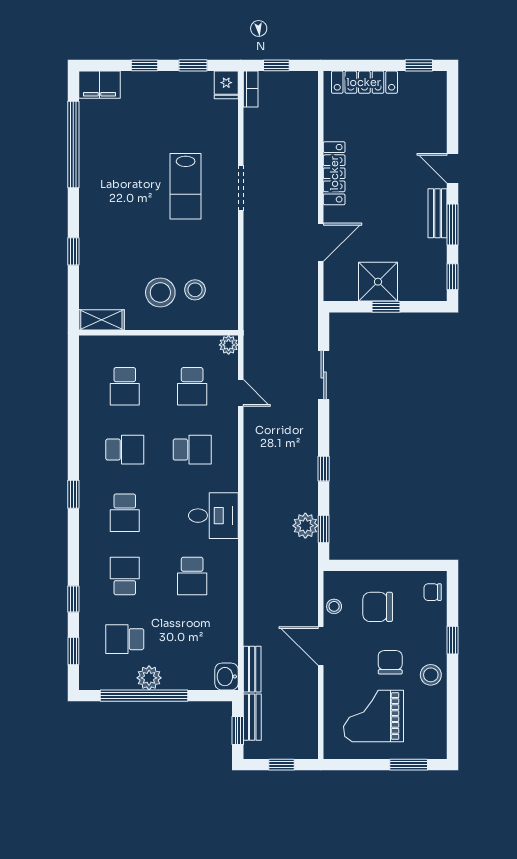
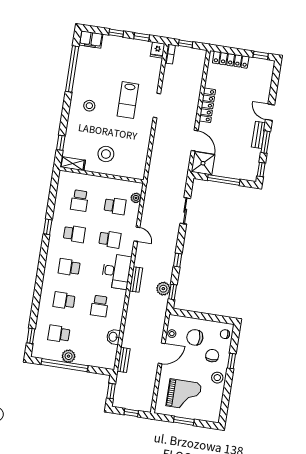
door: (321, 242) -> (195, 141), hinge flipped
window: (73, 251) -> (61, 143), moved
shower: (378, 282) -> (203, 163), moved
stool: (195, 290) -> (89, 106), moved
window: (386, 307) -> (224, 180), width x2.17
plant: (229, 345) -> (136, 198), moved
school desk: (192, 386) -> (115, 206), turned -90
door: (241, 393) -> (137, 234), moved
window: (73, 494) -> (48, 227), moved
school desk: (125, 513) -> (69, 267), turned 90
desk: (213, 516) -> (116, 271), width x1.37
school desk: (125, 576) -> (64, 300), turned -90
window: (73, 599) -> (35, 308), removed
door: (321, 646) -> (162, 353), swing flipped
chair: (390, 662) -> (212, 356), moved
washbasin: (227, 677) -> (113, 337), moved
grand piano: (374, 716) -> (184, 395), turned 180
bench: (252, 717) -> (136, 280), moved
window: (409, 765) -> (184, 421), moved

